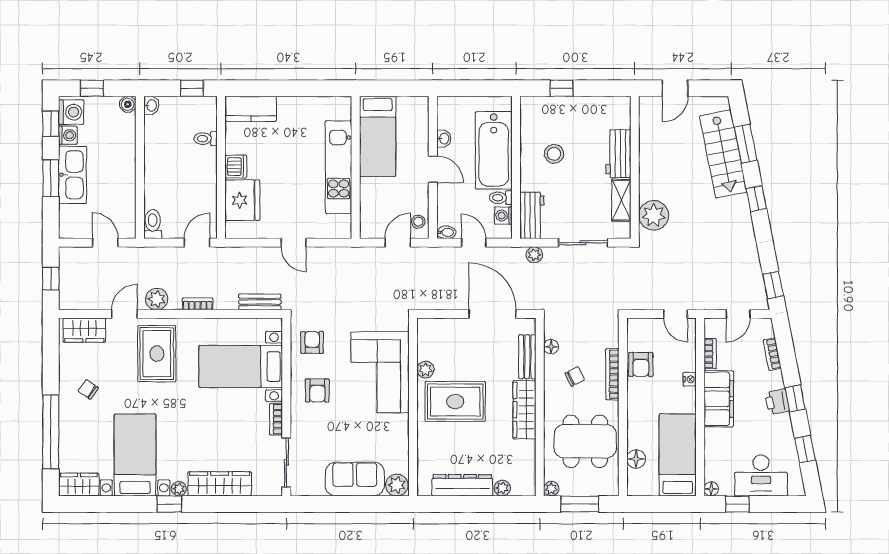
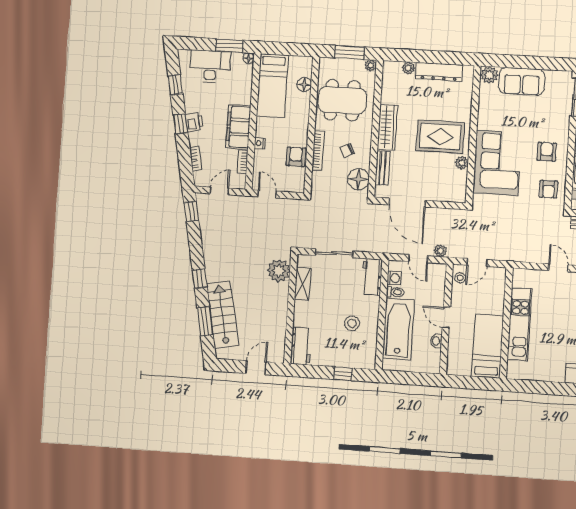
workbench: (618, 154) -> (301, 346), moved
bidet: (446, 232) -> (439, 268), removed
plant: (534, 255) -> (440, 251), moved
floor lamp: (551, 347) -> (358, 179), width x1.89, depth x1.89
window: (737, 504) -> (229, 46), width x1.50

